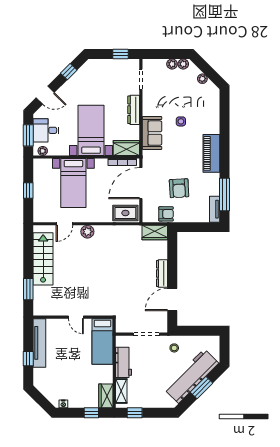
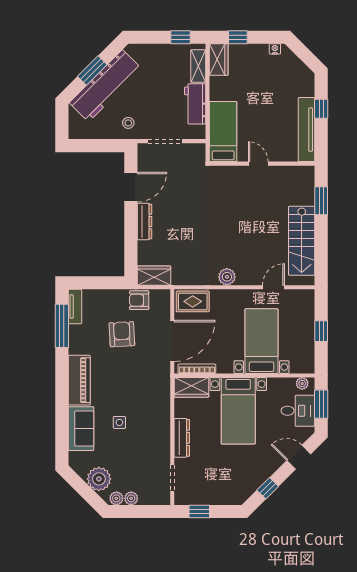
plant: (202, 79) -> (99, 479), width x1.87, depth x1.87
sofa: (152, 133) -> (81, 429), moved, turned 180
plant: (87, 232) -> (227, 277), moved

